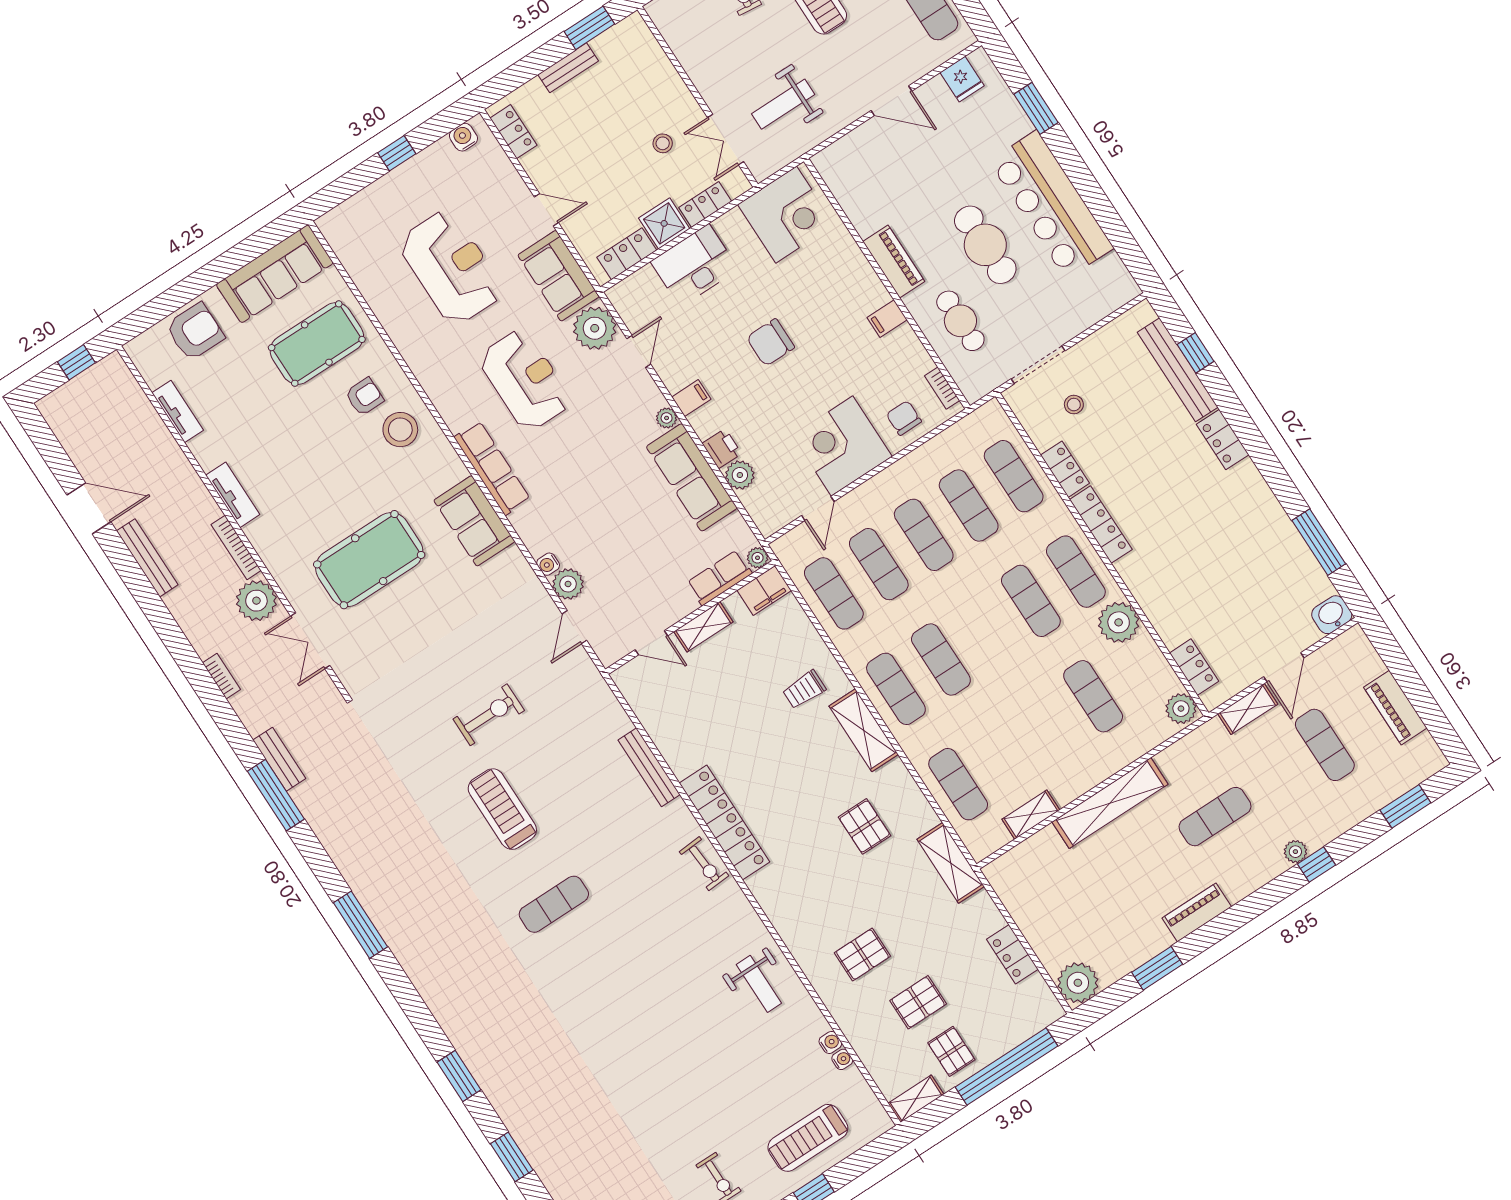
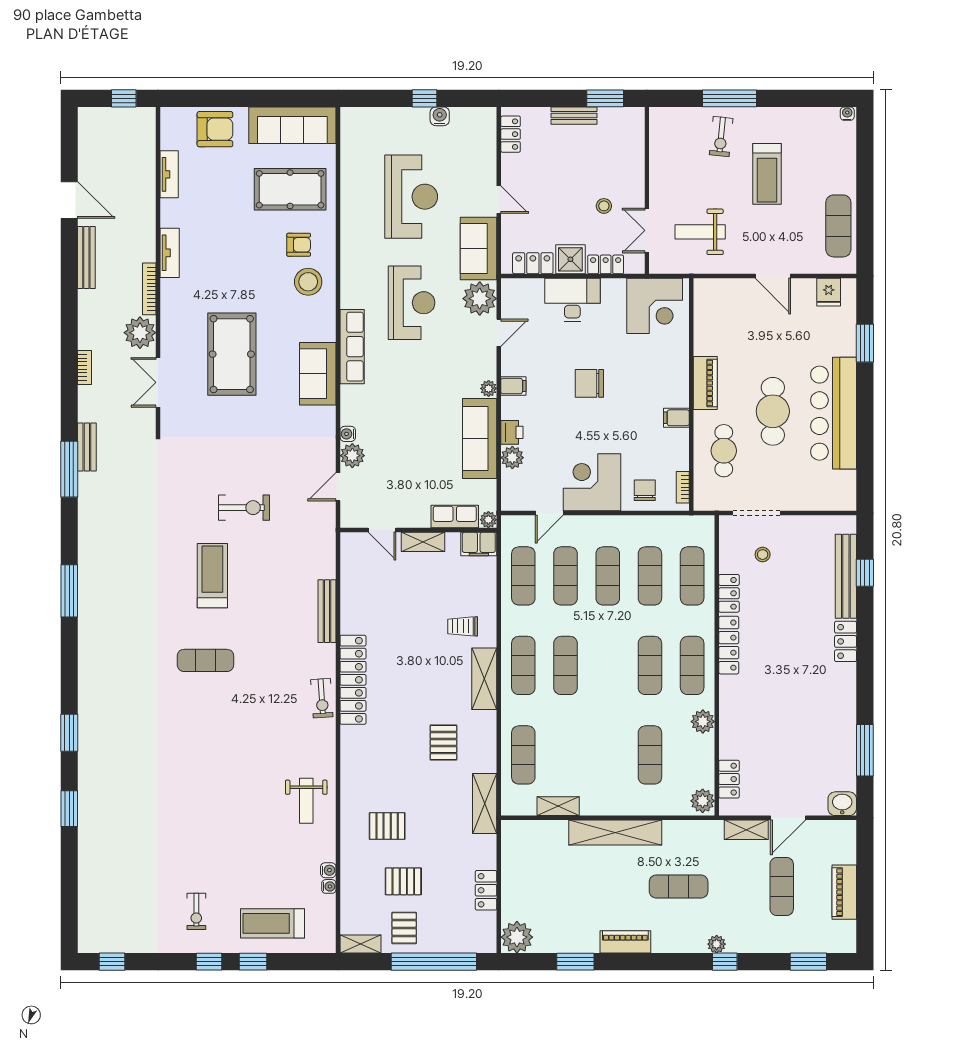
water cooler: (463, 137) -> (440, 116), moved
pool table: (369, 560) -> (232, 354), turned 90
plant: (1119, 622) -> (703, 722), width x0.73, depth x0.73

